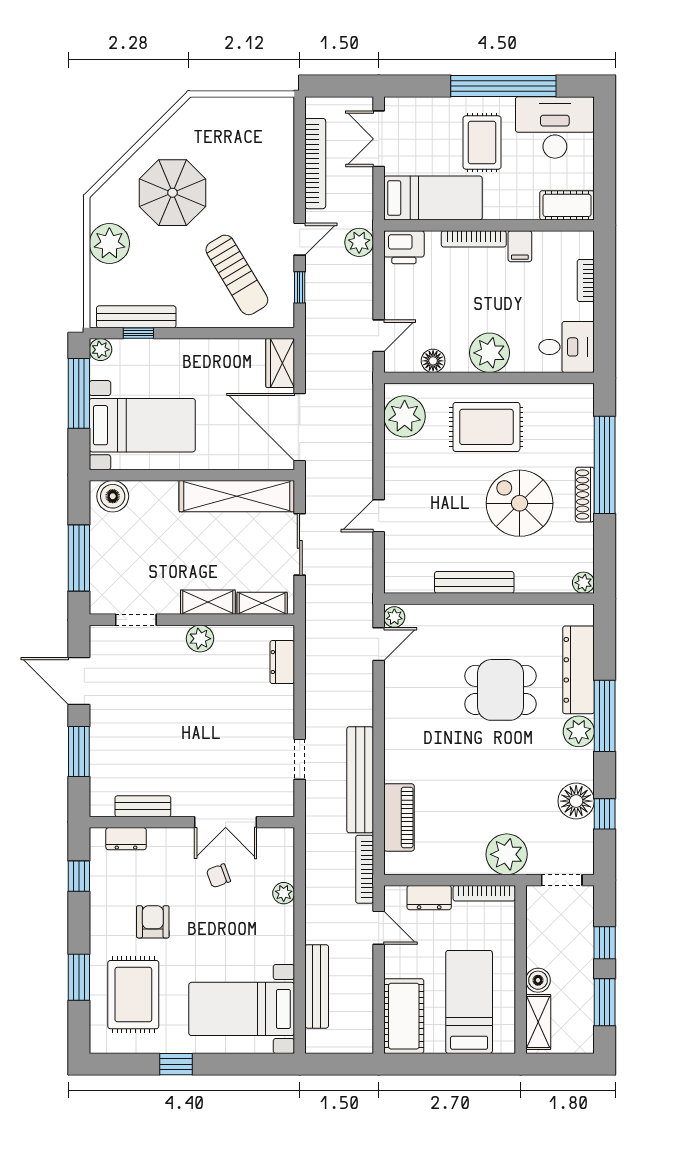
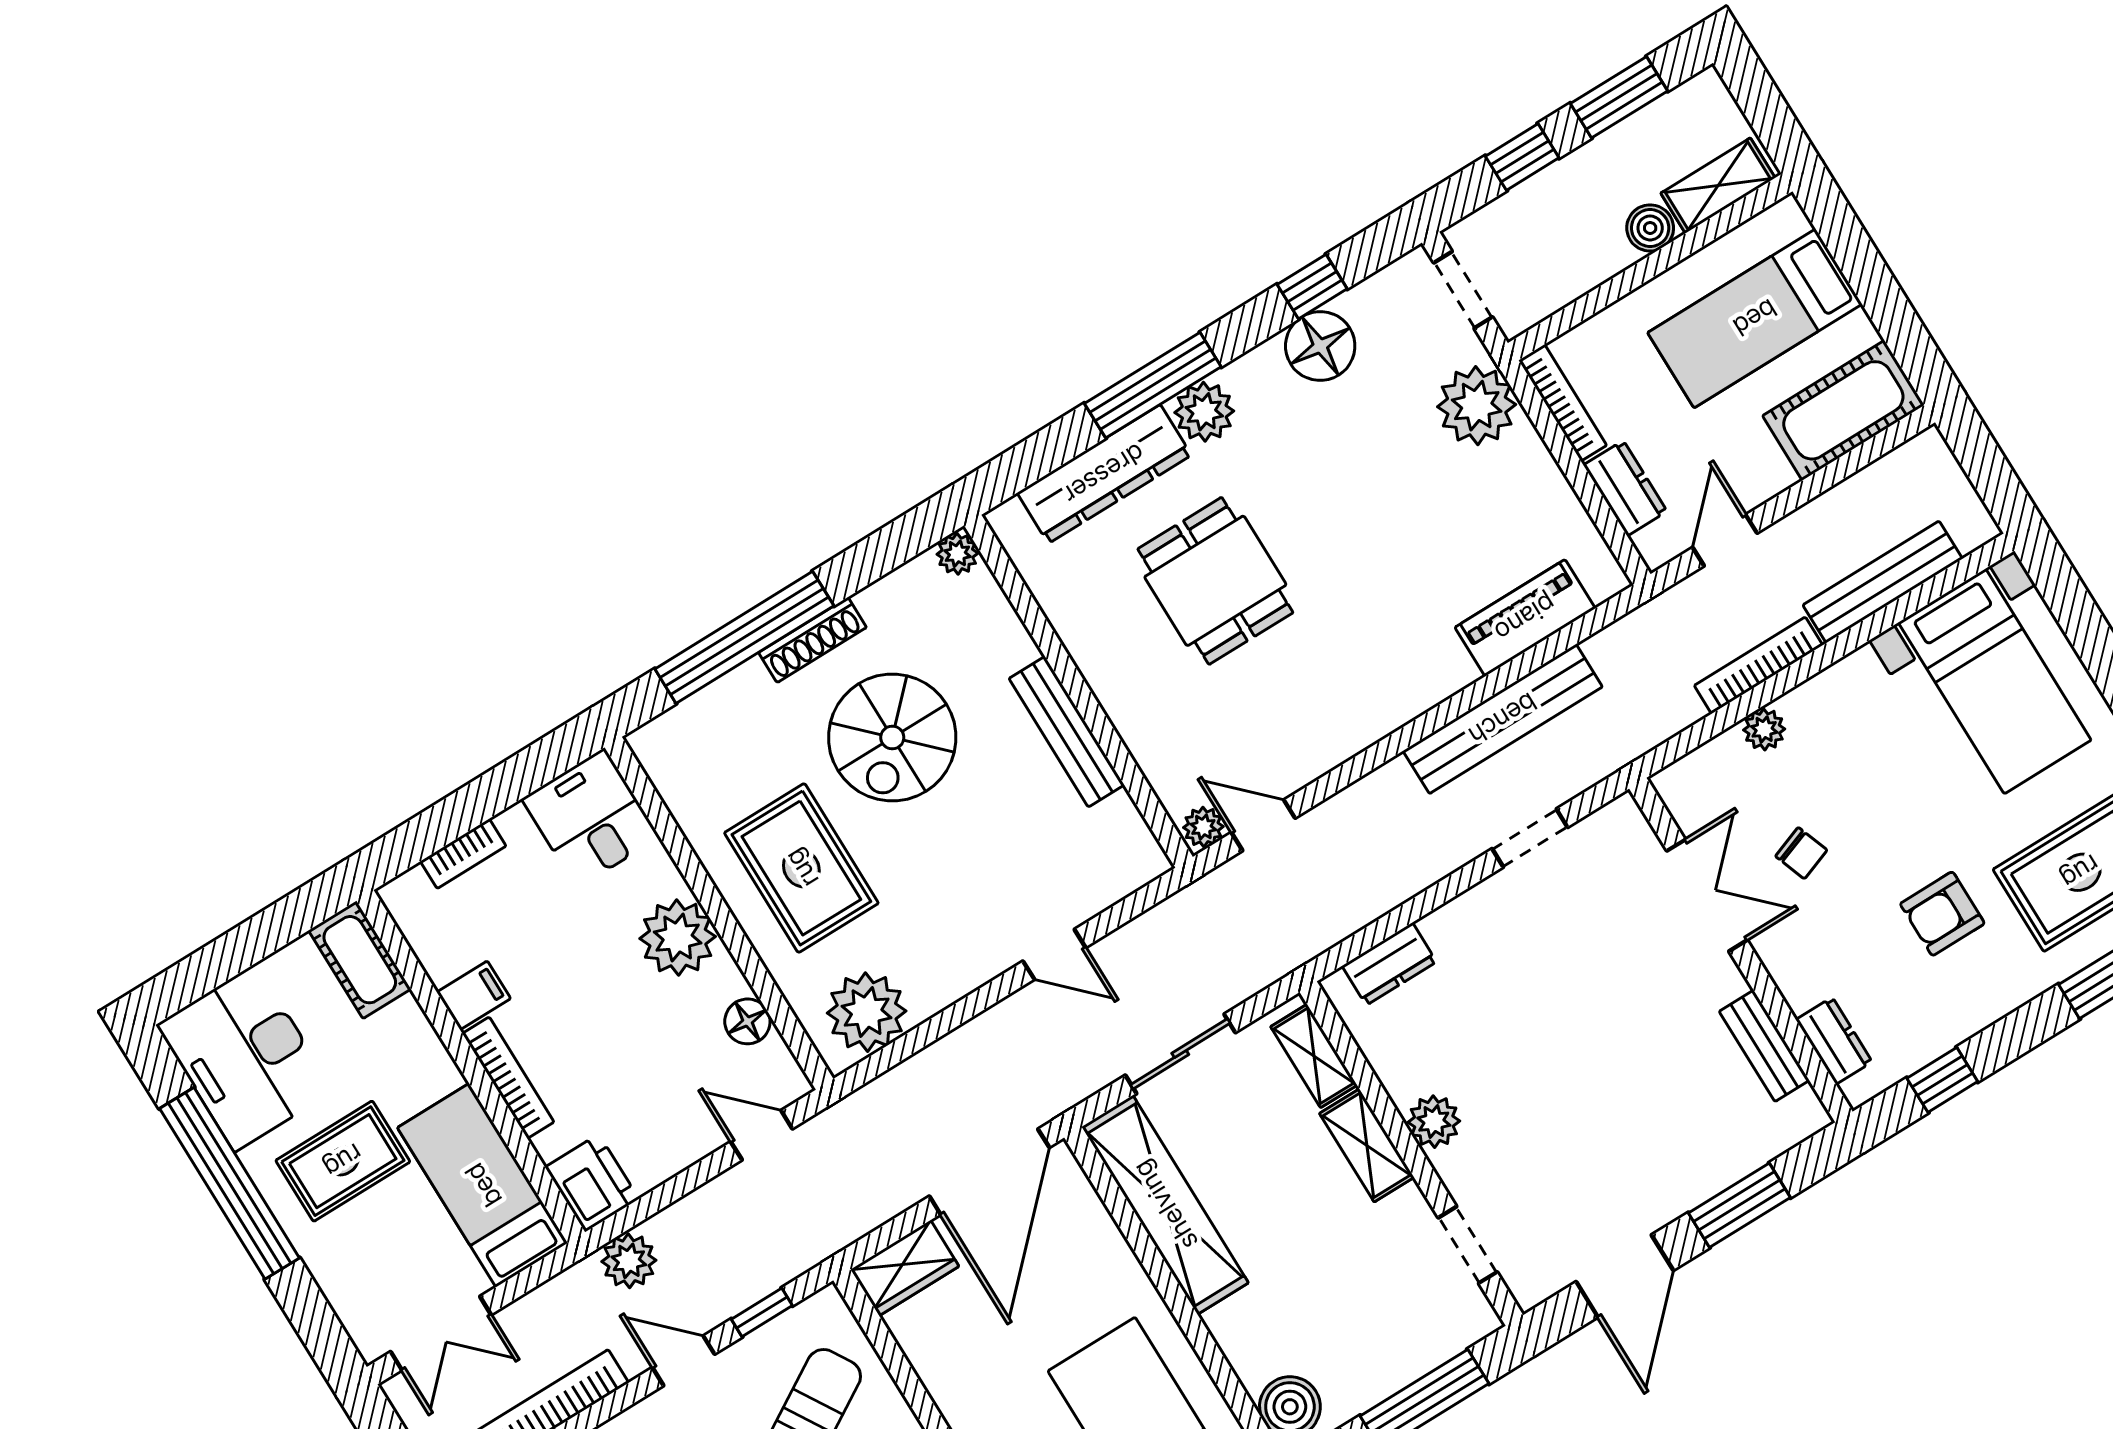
bookcase: (365, 869) -> (1758, 665), moved, turned 180

